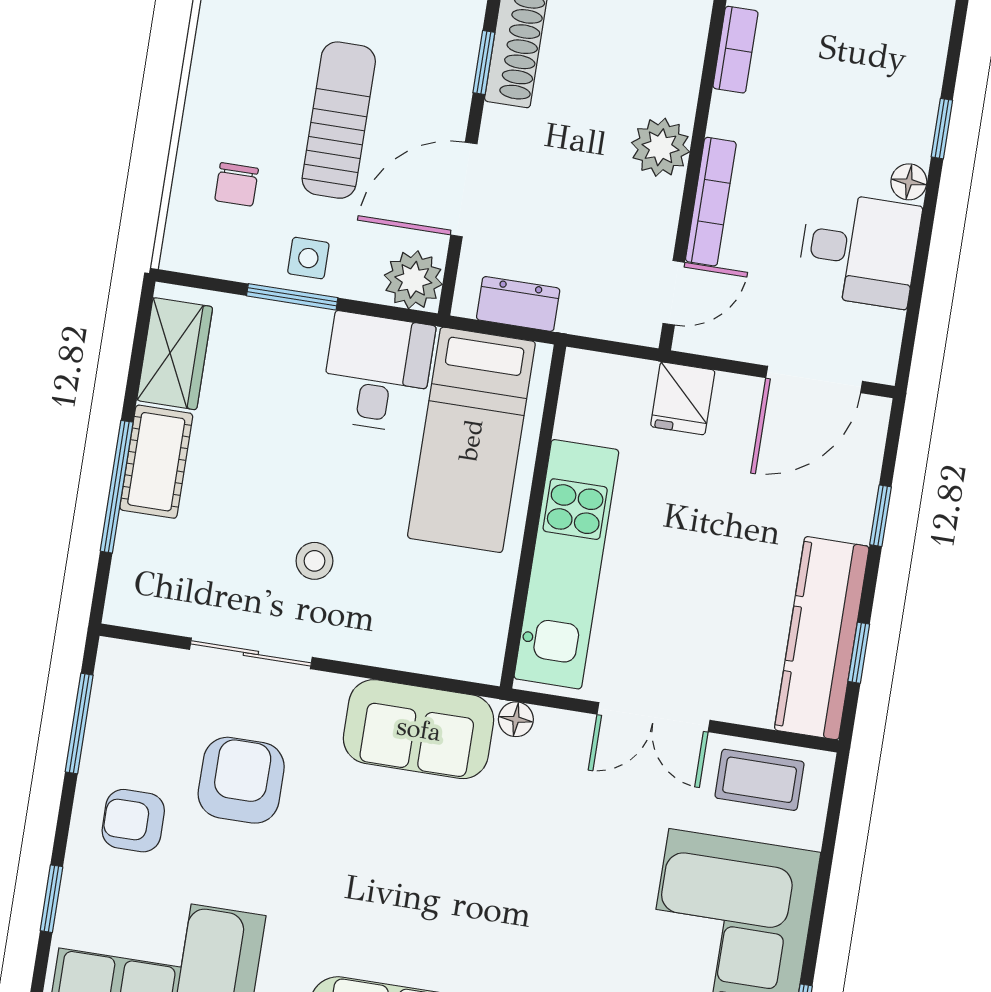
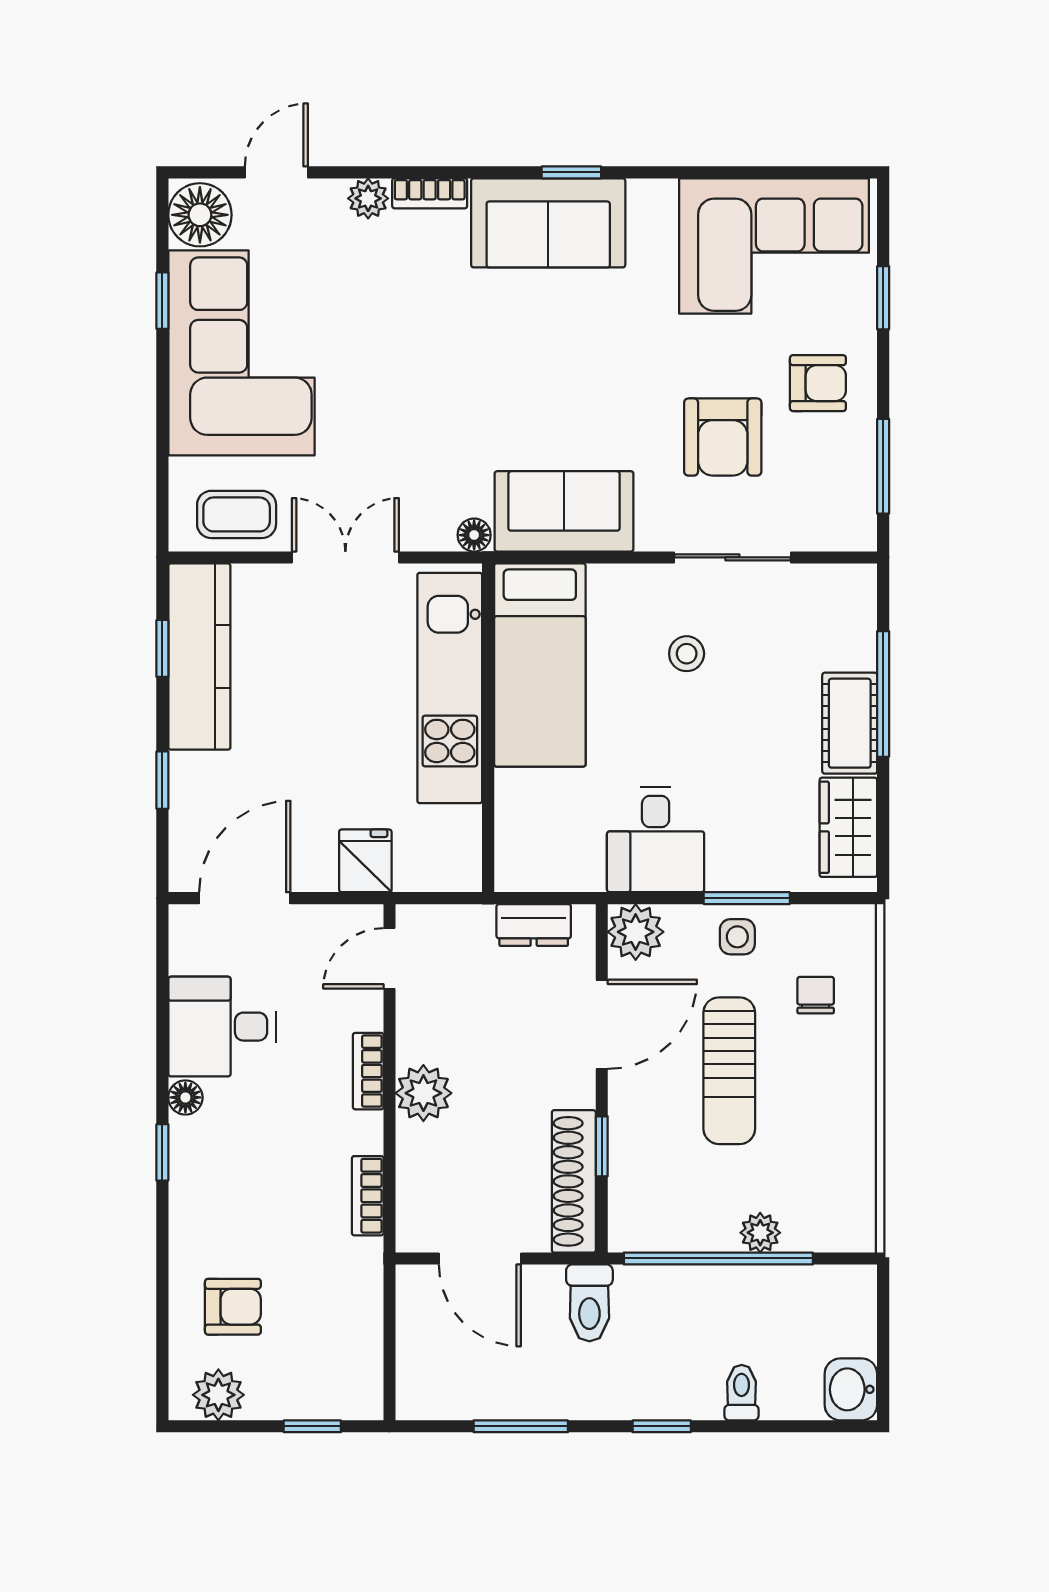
bookcase: (711, 202) -> (368, 1071), width x0.64
bed: (471, 440) -> (540, 665), moved, turned 180

